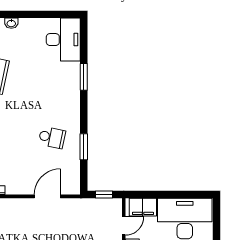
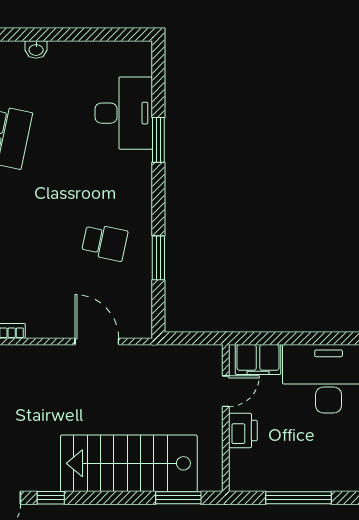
desk: (63, 40) -> (124, 113), moved
window: (104, 195) -> (192, 338), removed
door: (47, 196) -> (97, 341), hinge flipped

